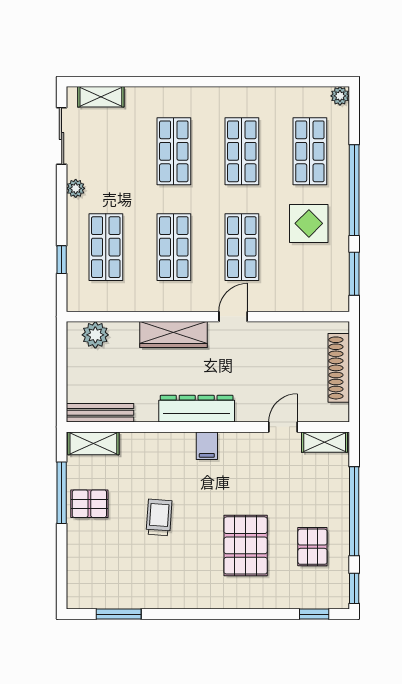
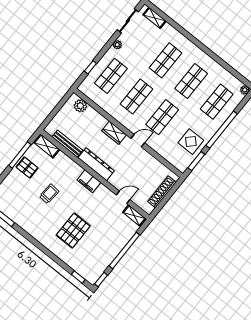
display table: (309, 223) -> (191, 142), moved
wardrobe: (173, 334) -> (114, 133), width x0.67
bench: (100, 413) -> (67, 144), moved
filing cabinet: (207, 446) -> (89, 181), width x2.00
pallet: (312, 547) -> (98, 251), removed

